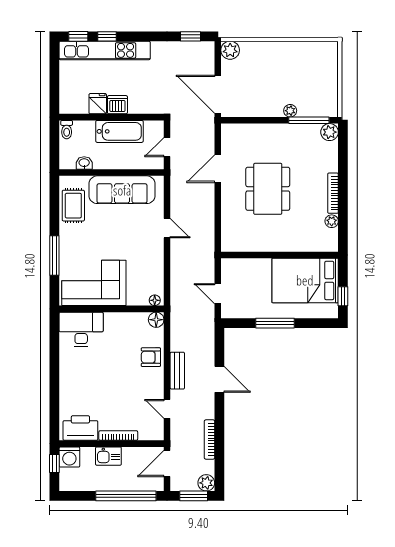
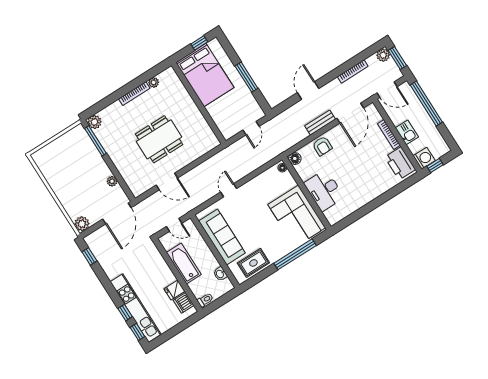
dishwasher: (117, 105) -> (184, 303), moved
plant: (290, 111) -> (112, 181), moved
window: (54, 256) -> (295, 254), width x1.46
desk: (81, 329) -> (324, 190), moved
door: (167, 409) -> (350, 113), width x1.88

